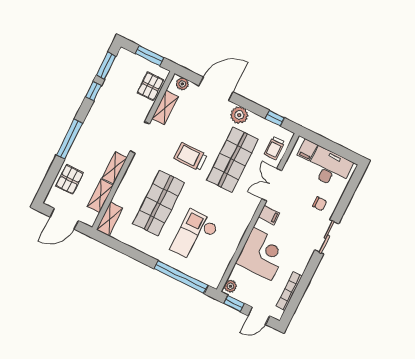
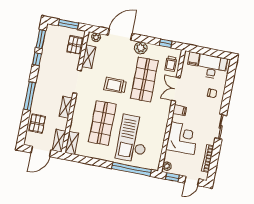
shelving: (100, 196) -> (59, 141), moved
checkout: (195, 236) -> (133, 139), width x1.36, depth x1.21
sliding door: (327, 237) -> (221, 127), moved

